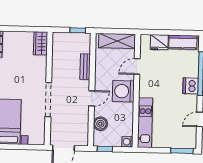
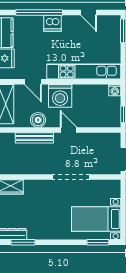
bench: (85, 67) -> (34, 138), width x1.36
kitchen unit: (145, 123) -> (84, 72), width x1.36
boiler: (100, 124) -> (38, 120), moved

